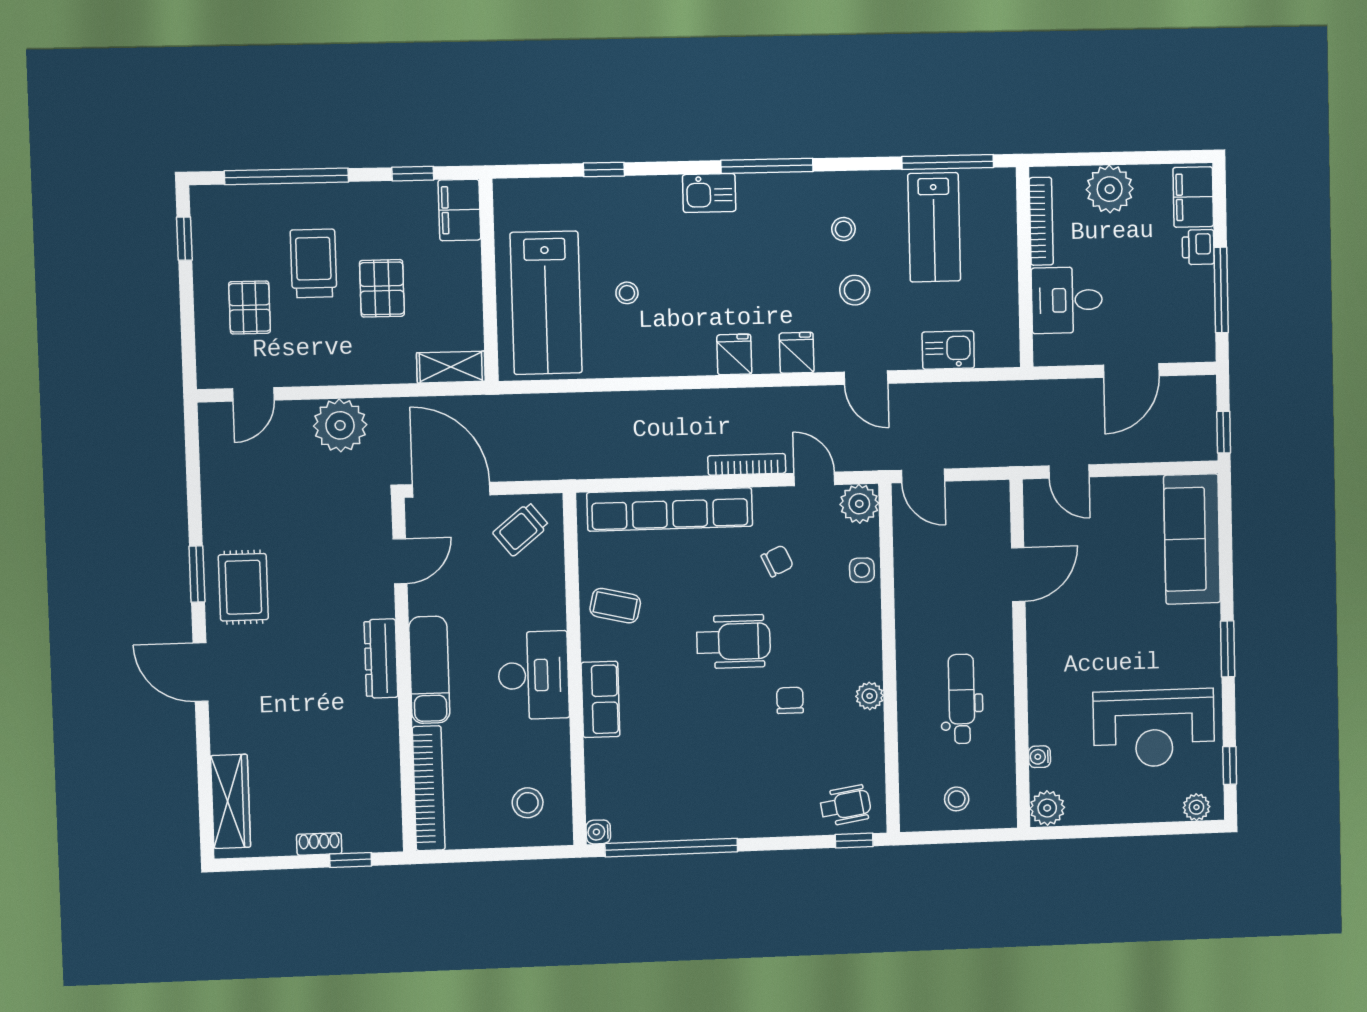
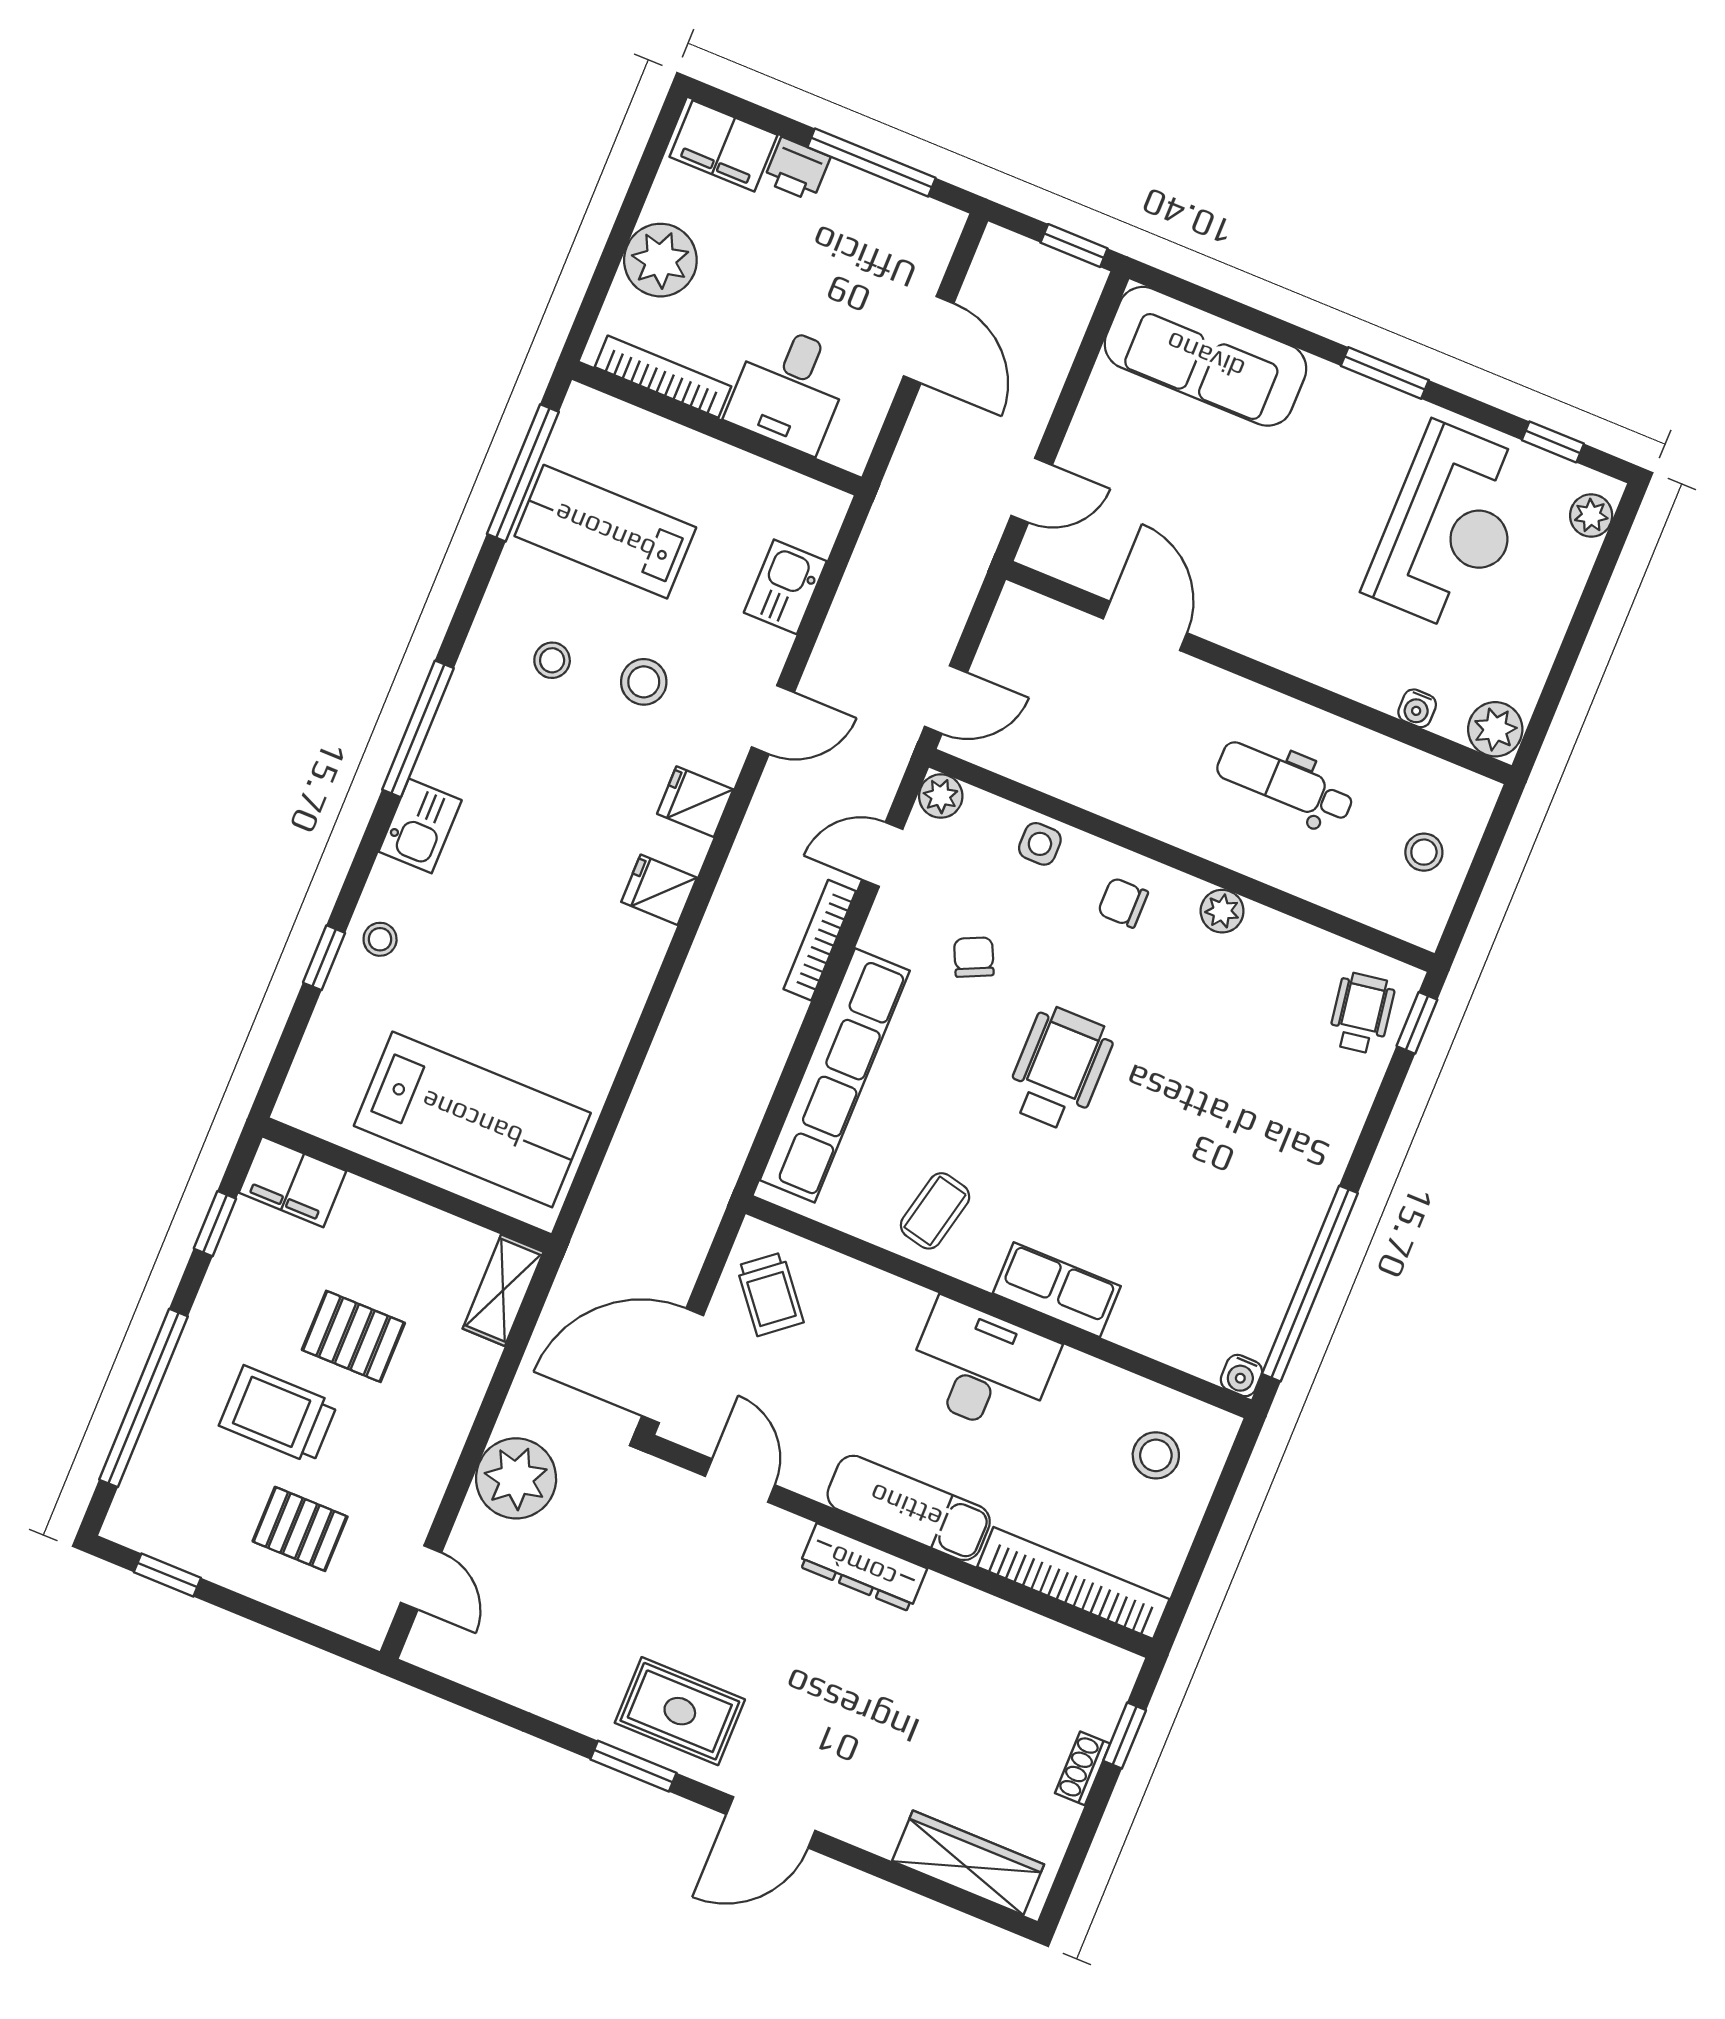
lab bench: (934, 227) -> (605, 532), turned 180
stool: (627, 293) -> (380, 939), moved
plant: (859, 504) -> (941, 796), width x0.73, depth x0.73
chair: (790, 700) -> (1123, 903), moved

